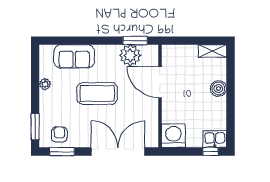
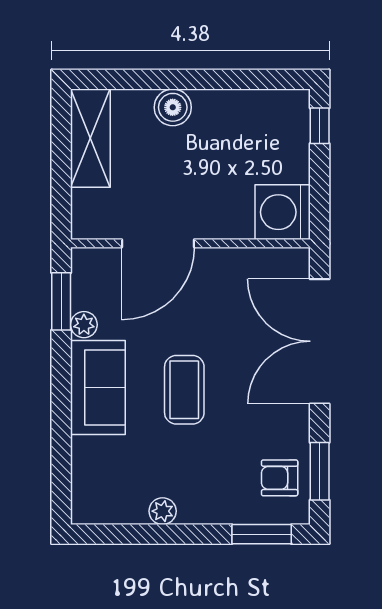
shelving: (212, 51) -> (90, 138), width x1.50, depth x1.33
plant: (130, 55) -> (84, 325), width x0.53, depth x0.53
sofa: (74, 56) -> (98, 388), moved
coffee table: (97, 93) -> (184, 390), width x0.73, depth x0.76
kitchen sink: (215, 139) -> (291, 116), removed

